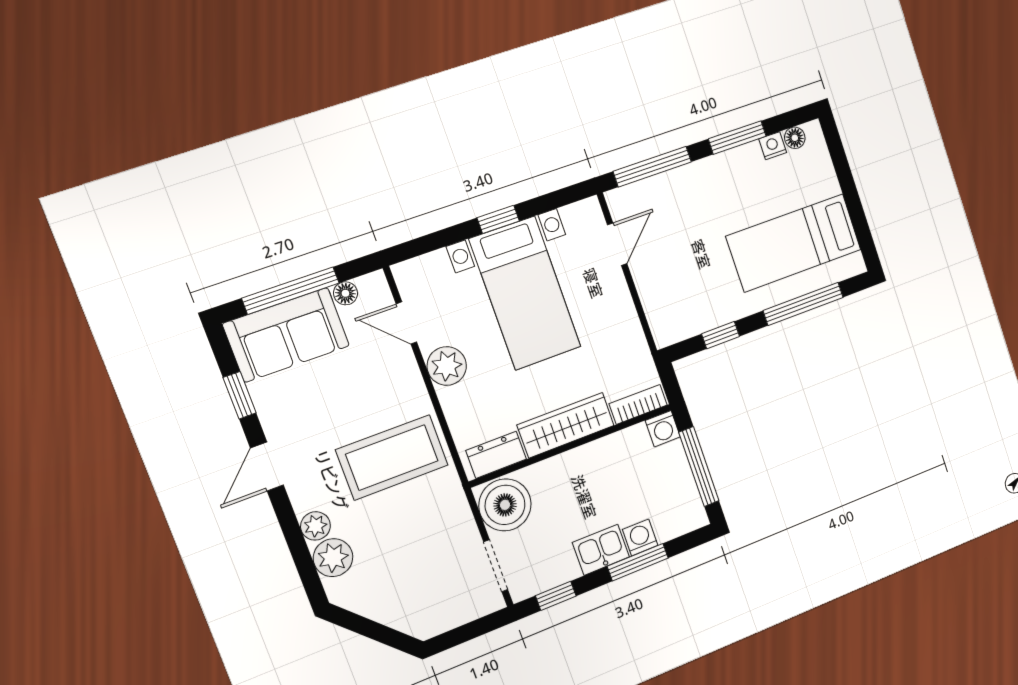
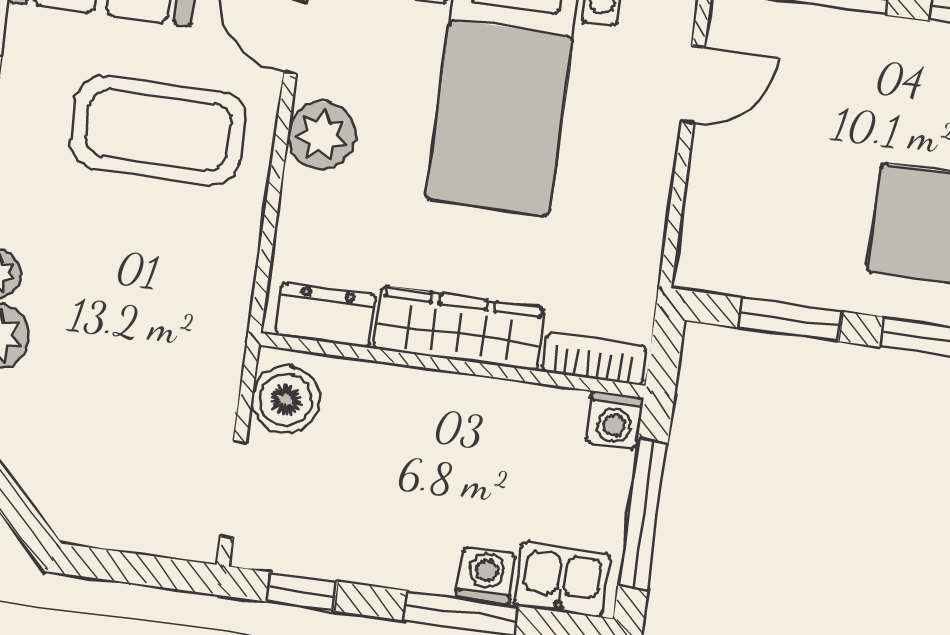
window: (721, 335) -> (790, 320), width x1.50
coffee table: (392, 457) -> (158, 130), moved
boiler: (505, 505) -> (286, 400), width x0.73, depth x0.73
kitchen sink: (601, 550) -> (562, 580), moved

